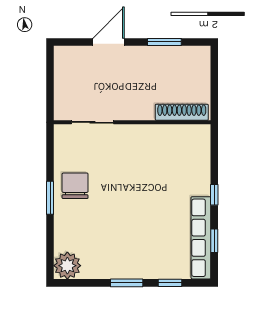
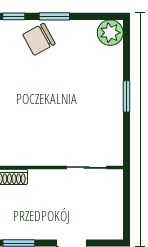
chair: (75, 186) -> (39, 39), moved, turned 61

